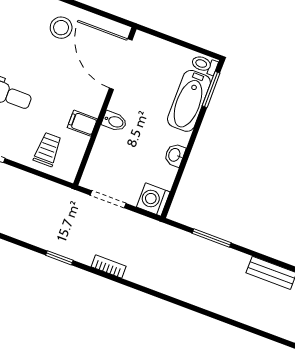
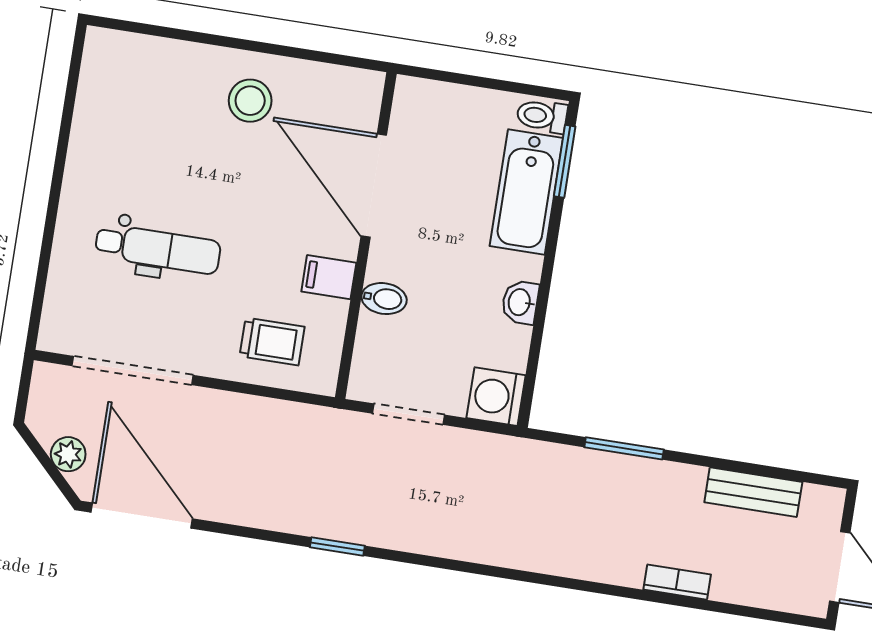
door: (121, 64) -> (374, 186), moved
bidet: (114, 121) -> (384, 299), moved
trolley: (48, 149) -> (272, 342), turned 90
bookcase: (109, 266) -> (677, 582), moved

